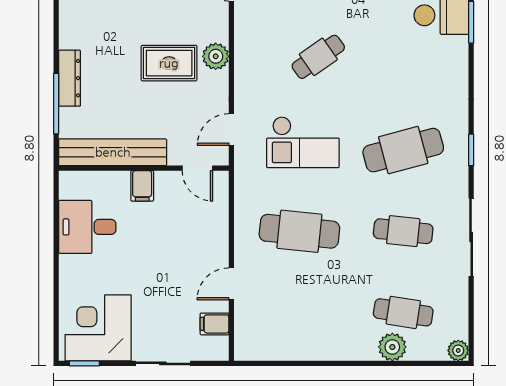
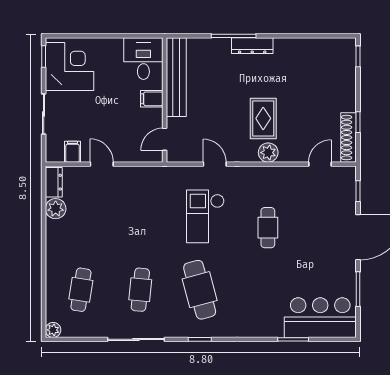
cafe table: (318, 57) -> (268, 228), turned 35
bench: (113, 152) -> (176, 77), moved
wall: (144, 168) -> (165, 100), moved
door: (197, 168) -> (165, 139), moved
filing cabinet: (142, 186) -> (152, 99), moved
cafe table: (299, 231) -> (140, 214), removed
plant: (392, 347) -> (56, 209), moved
dresser: (256, 350) -> (54, 182), added

